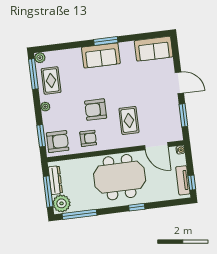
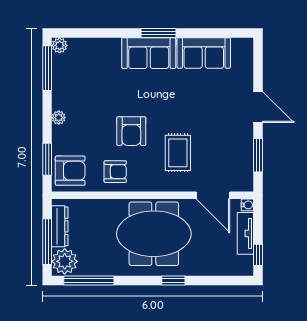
sofa: (154, 49) -> (204, 53), moved
rug: (51, 81) -> (72, 81), removed
armchair: (96, 110) -> (131, 131), turned -90
tv unit: (183, 180) -> (245, 233), moved

